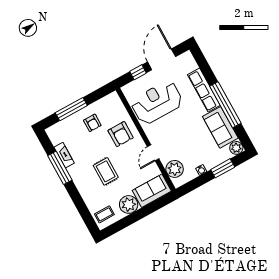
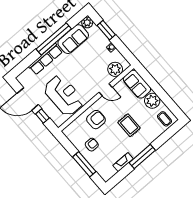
reception desk: (157, 102) -> (64, 95), turned 180
window: (60, 168) -> (142, 156), moved
rug: (106, 171) -> (129, 125), turned 90

